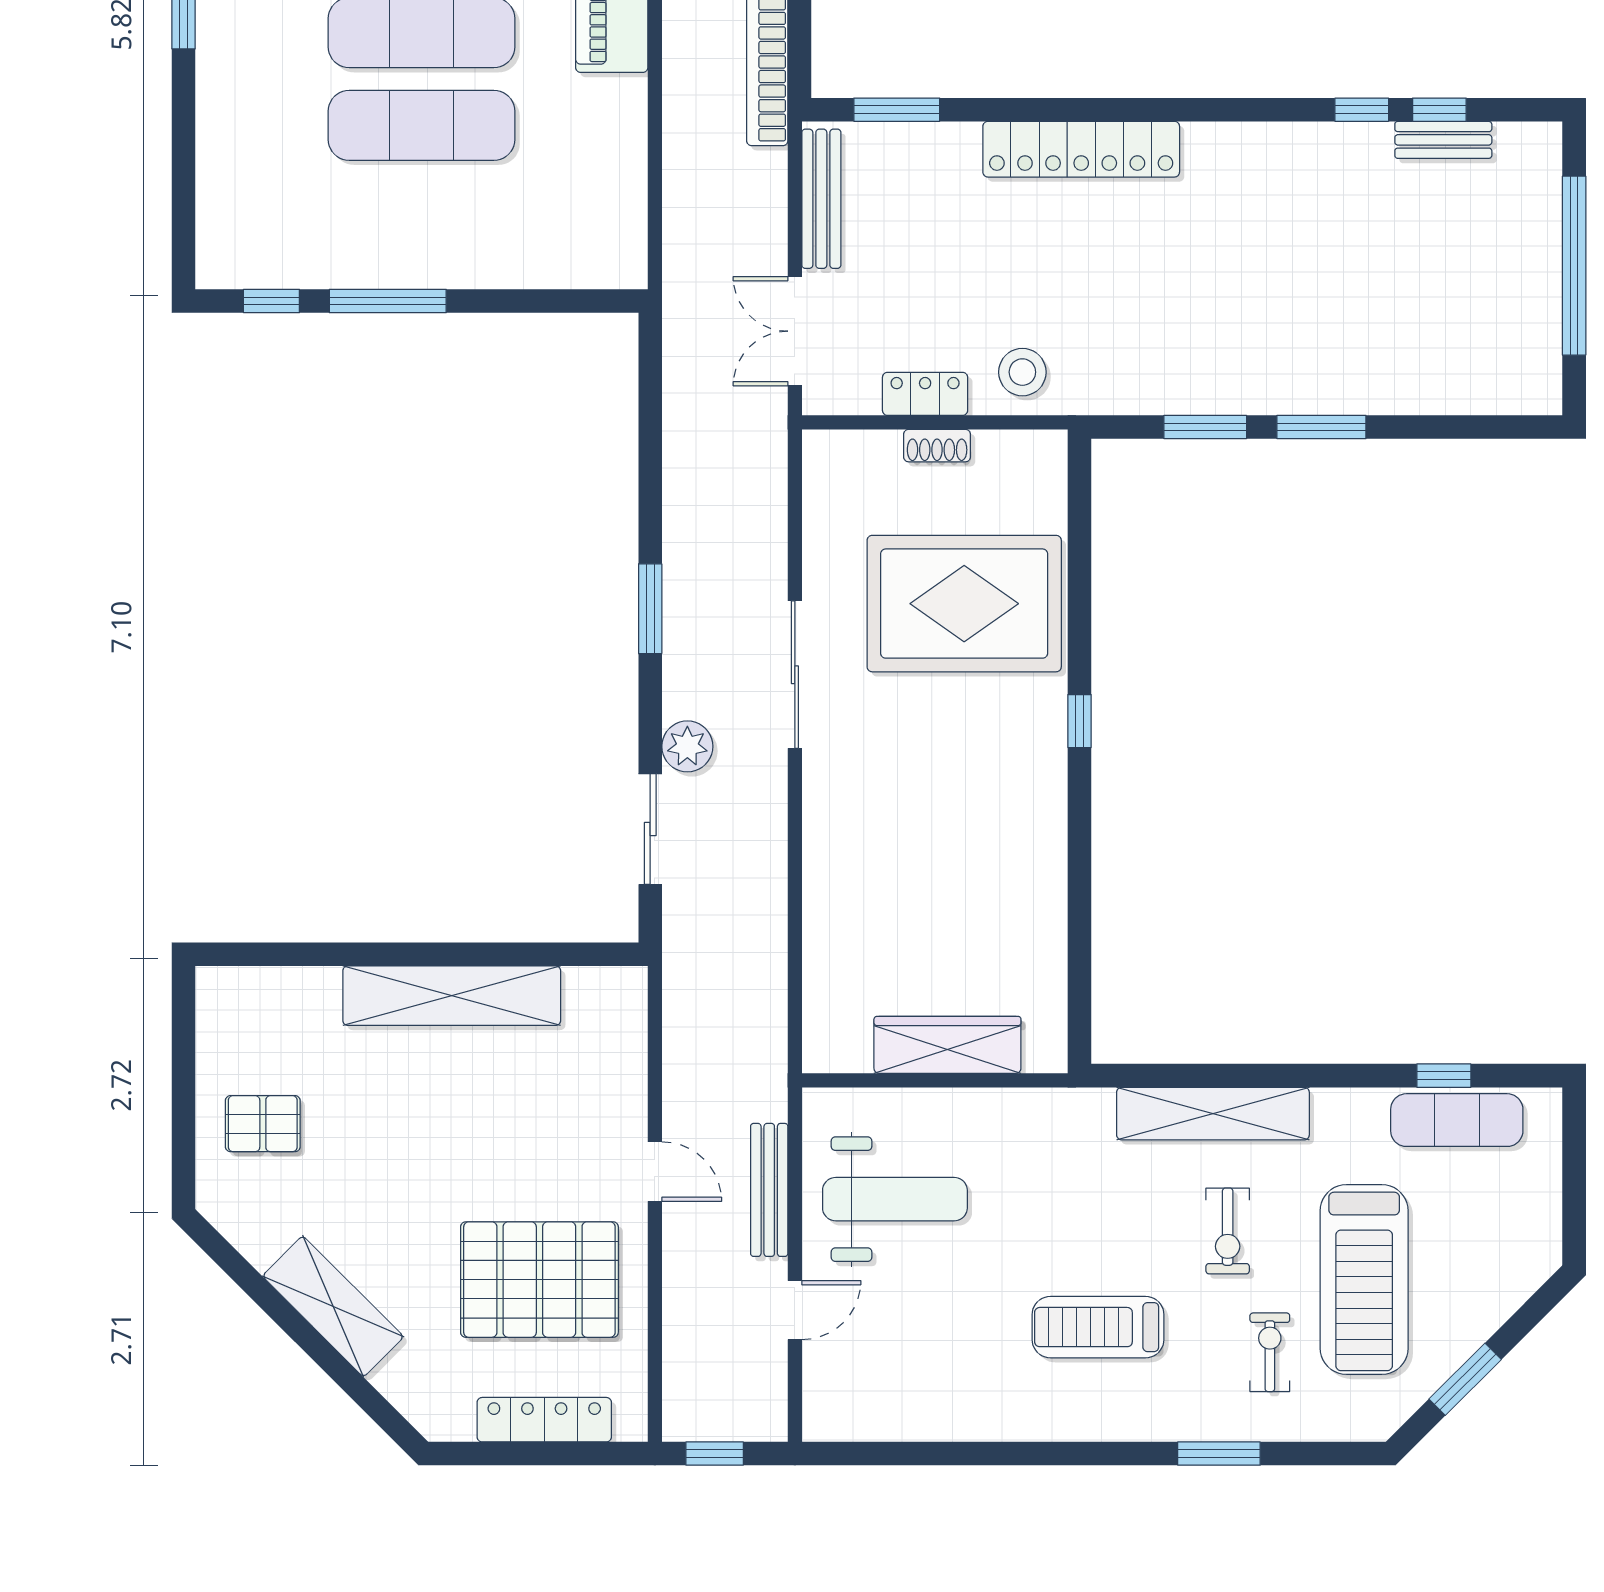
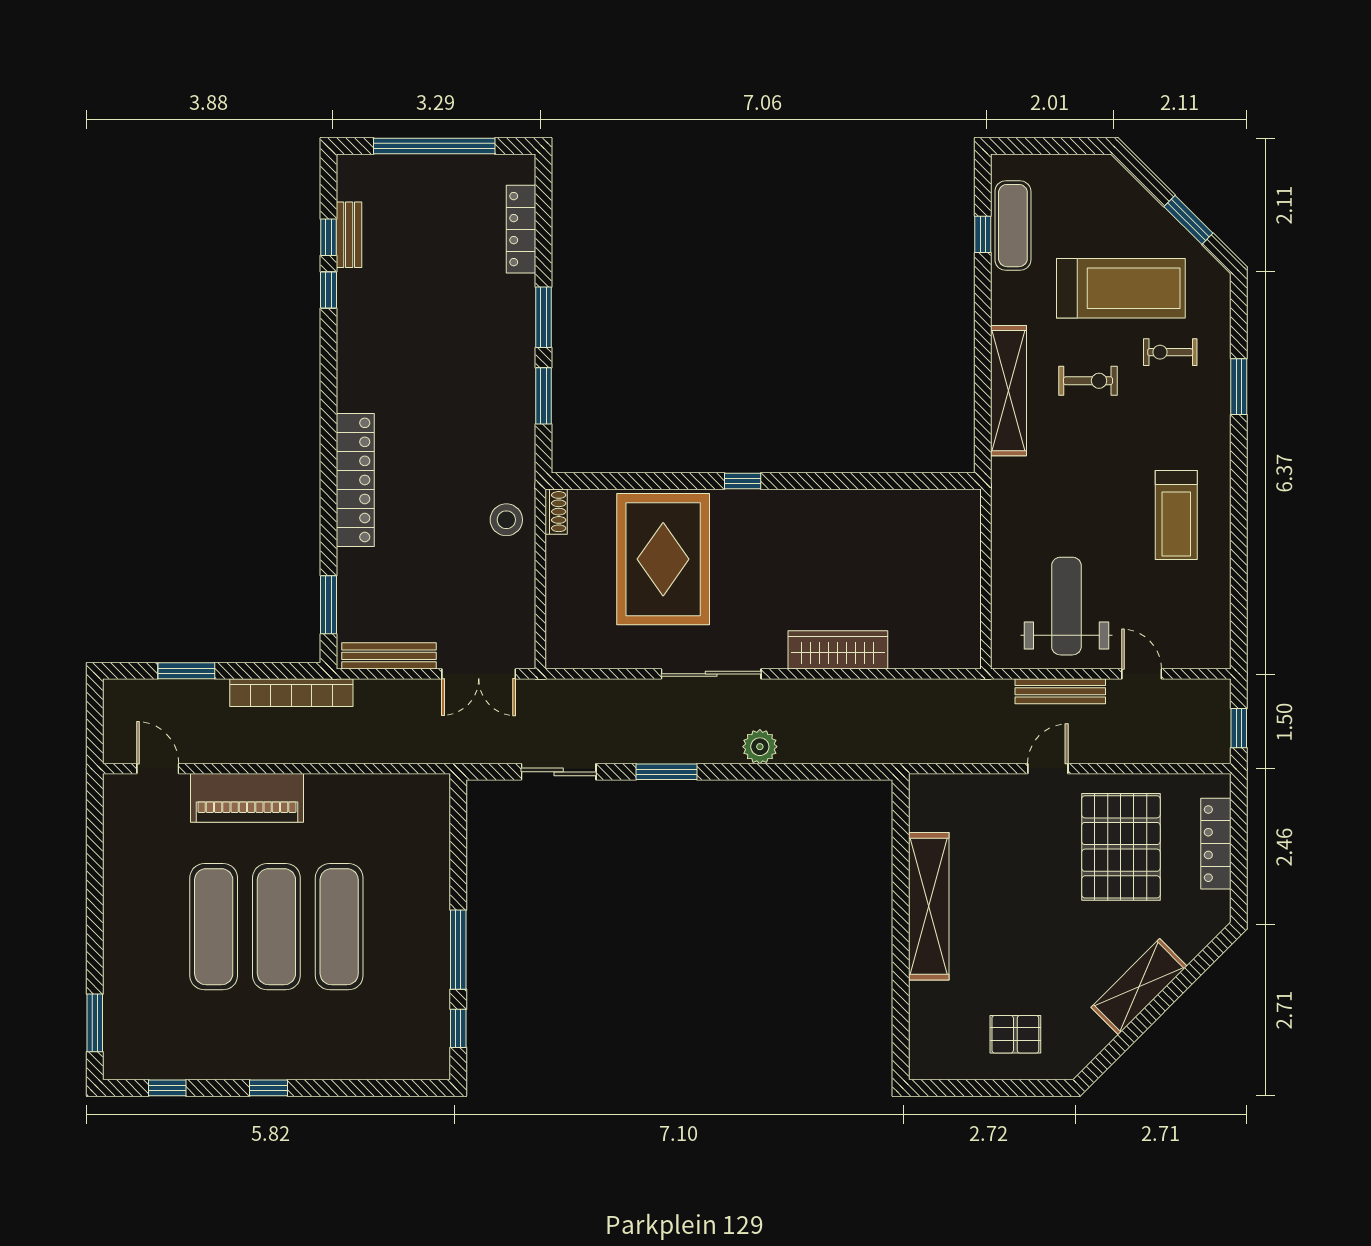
locker: (925, 394) -> (521, 229), moved, width x1.53
shoe rack: (937, 446) -> (556, 512), moved
sliding door: (650, 829) -> (559, 772), moved
wardrobe: (947, 1045) -> (838, 650), moved, turned 90
pallet: (263, 1124) -> (1015, 1034), turned 90
treadmill: (1098, 1327) -> (1176, 515), moved

